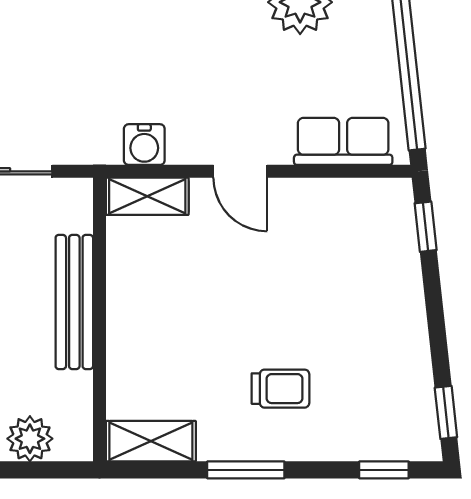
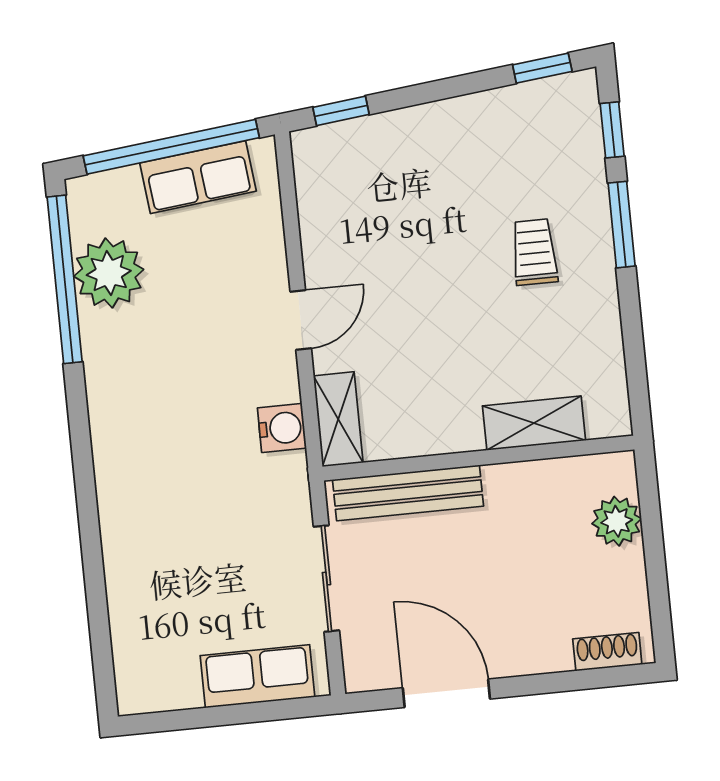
row of seats: (343, 141) -> (198, 177), moved, turned -96
bench: (74, 302) -> (408, 493), moved
shelving: (151, 441) -> (534, 423), moved, turned 90
window: (246, 470) -> (622, 225), moved

